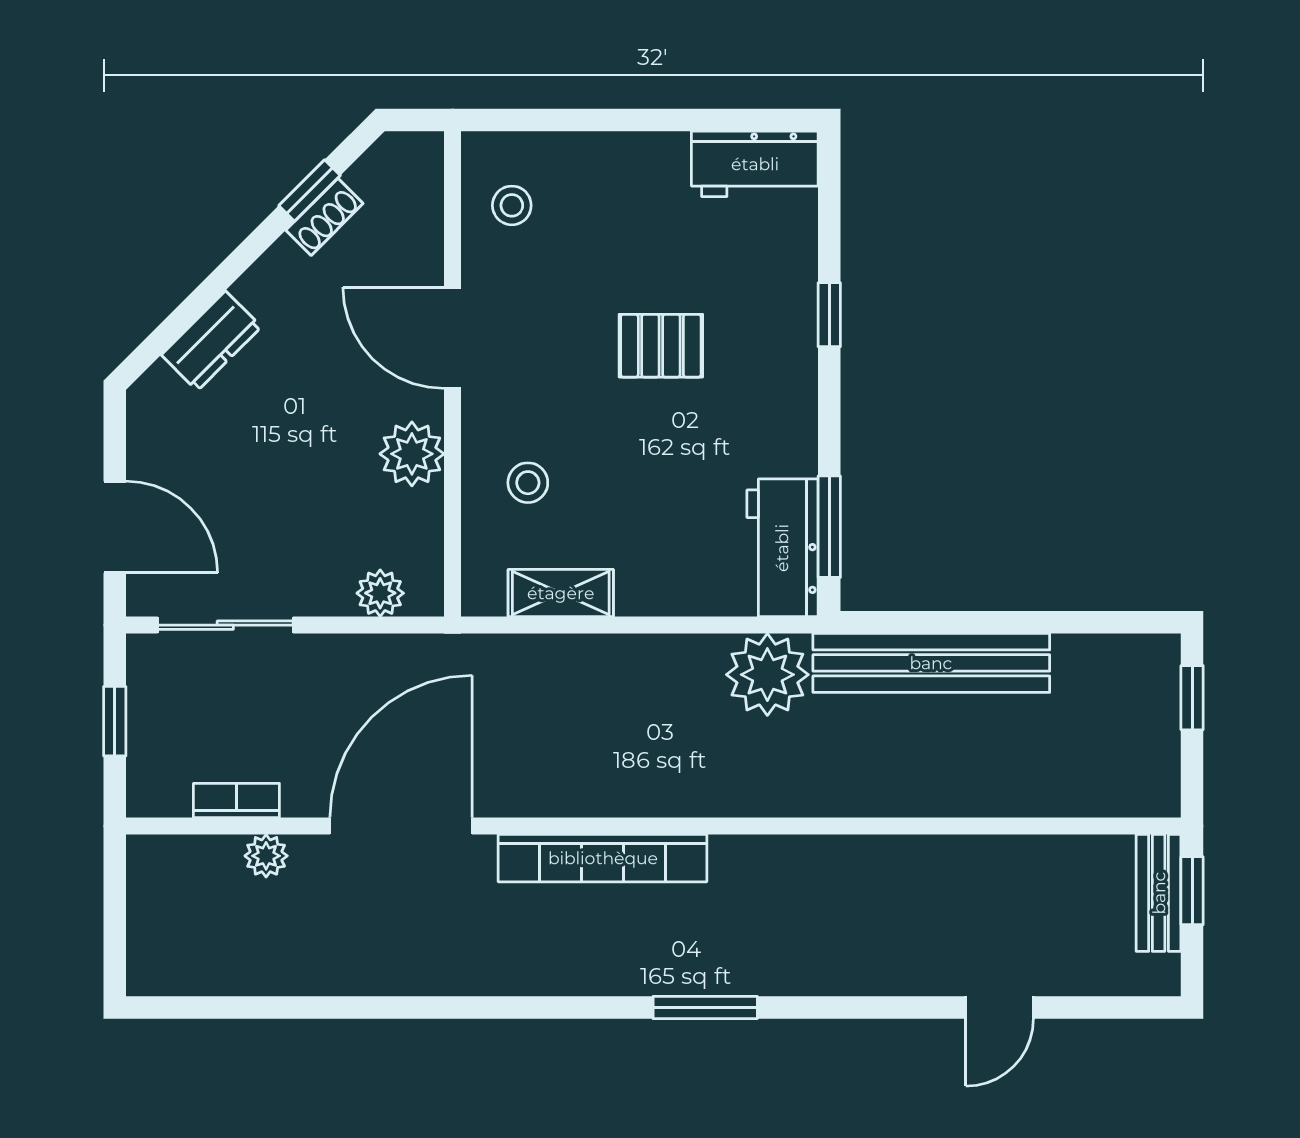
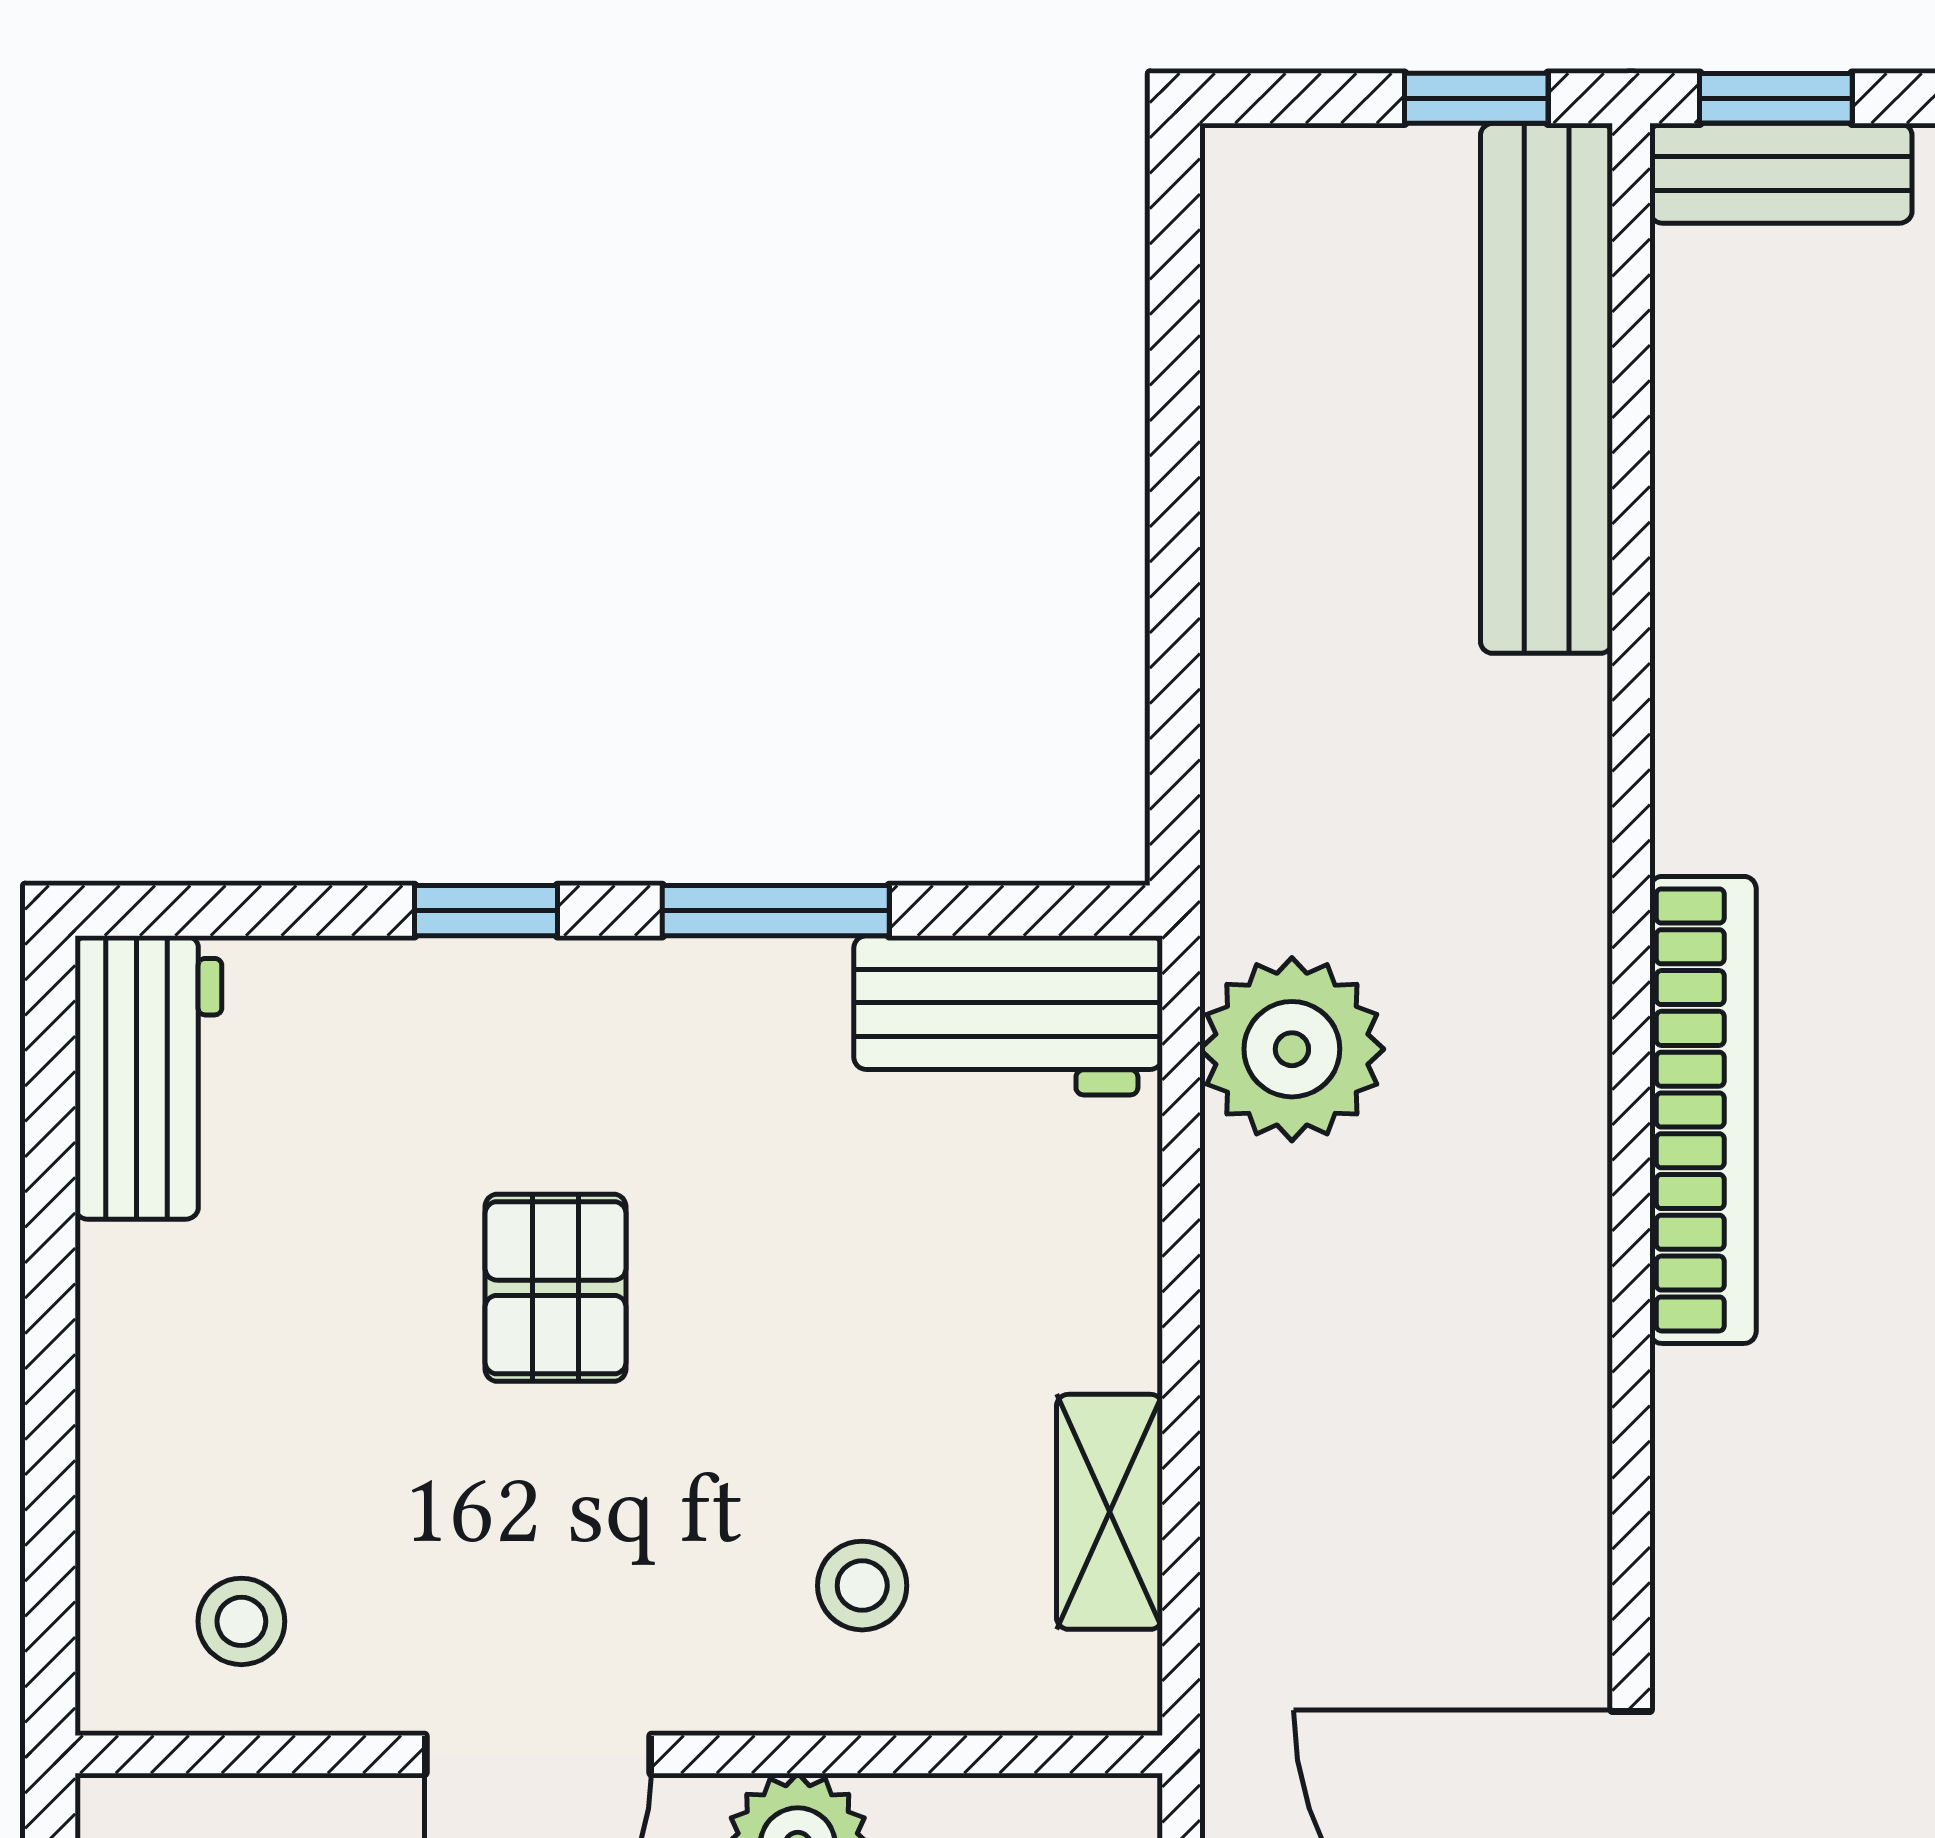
window: (829, 527) -> (776, 911), moved
bench: (931, 663) -> (1546, 388), moved
window: (1192, 698) -> (1476, 98), moved
bookcase: (603, 858) -> (1703, 1110), moved

